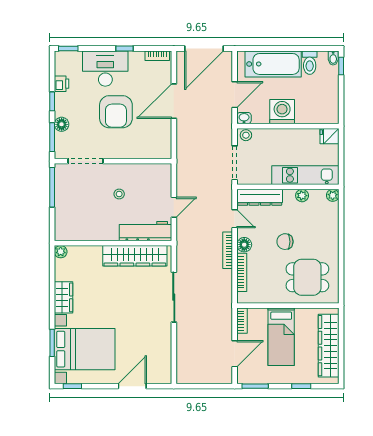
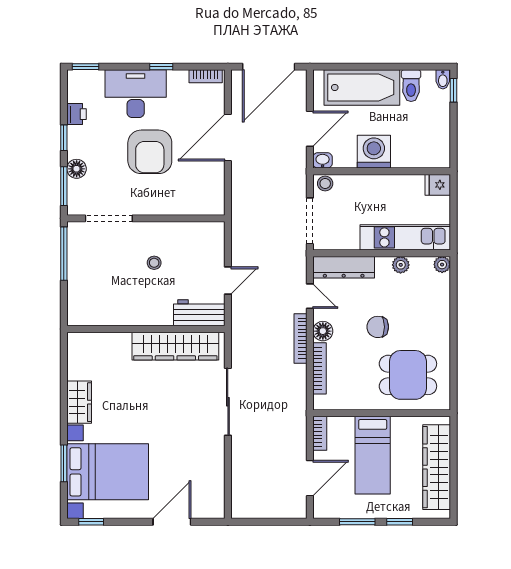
workbench: (145, 231) -> (199, 313), width x0.73
plant: (61, 252) -> (75, 341), removed
window: (255, 386) -> (357, 522), moved

